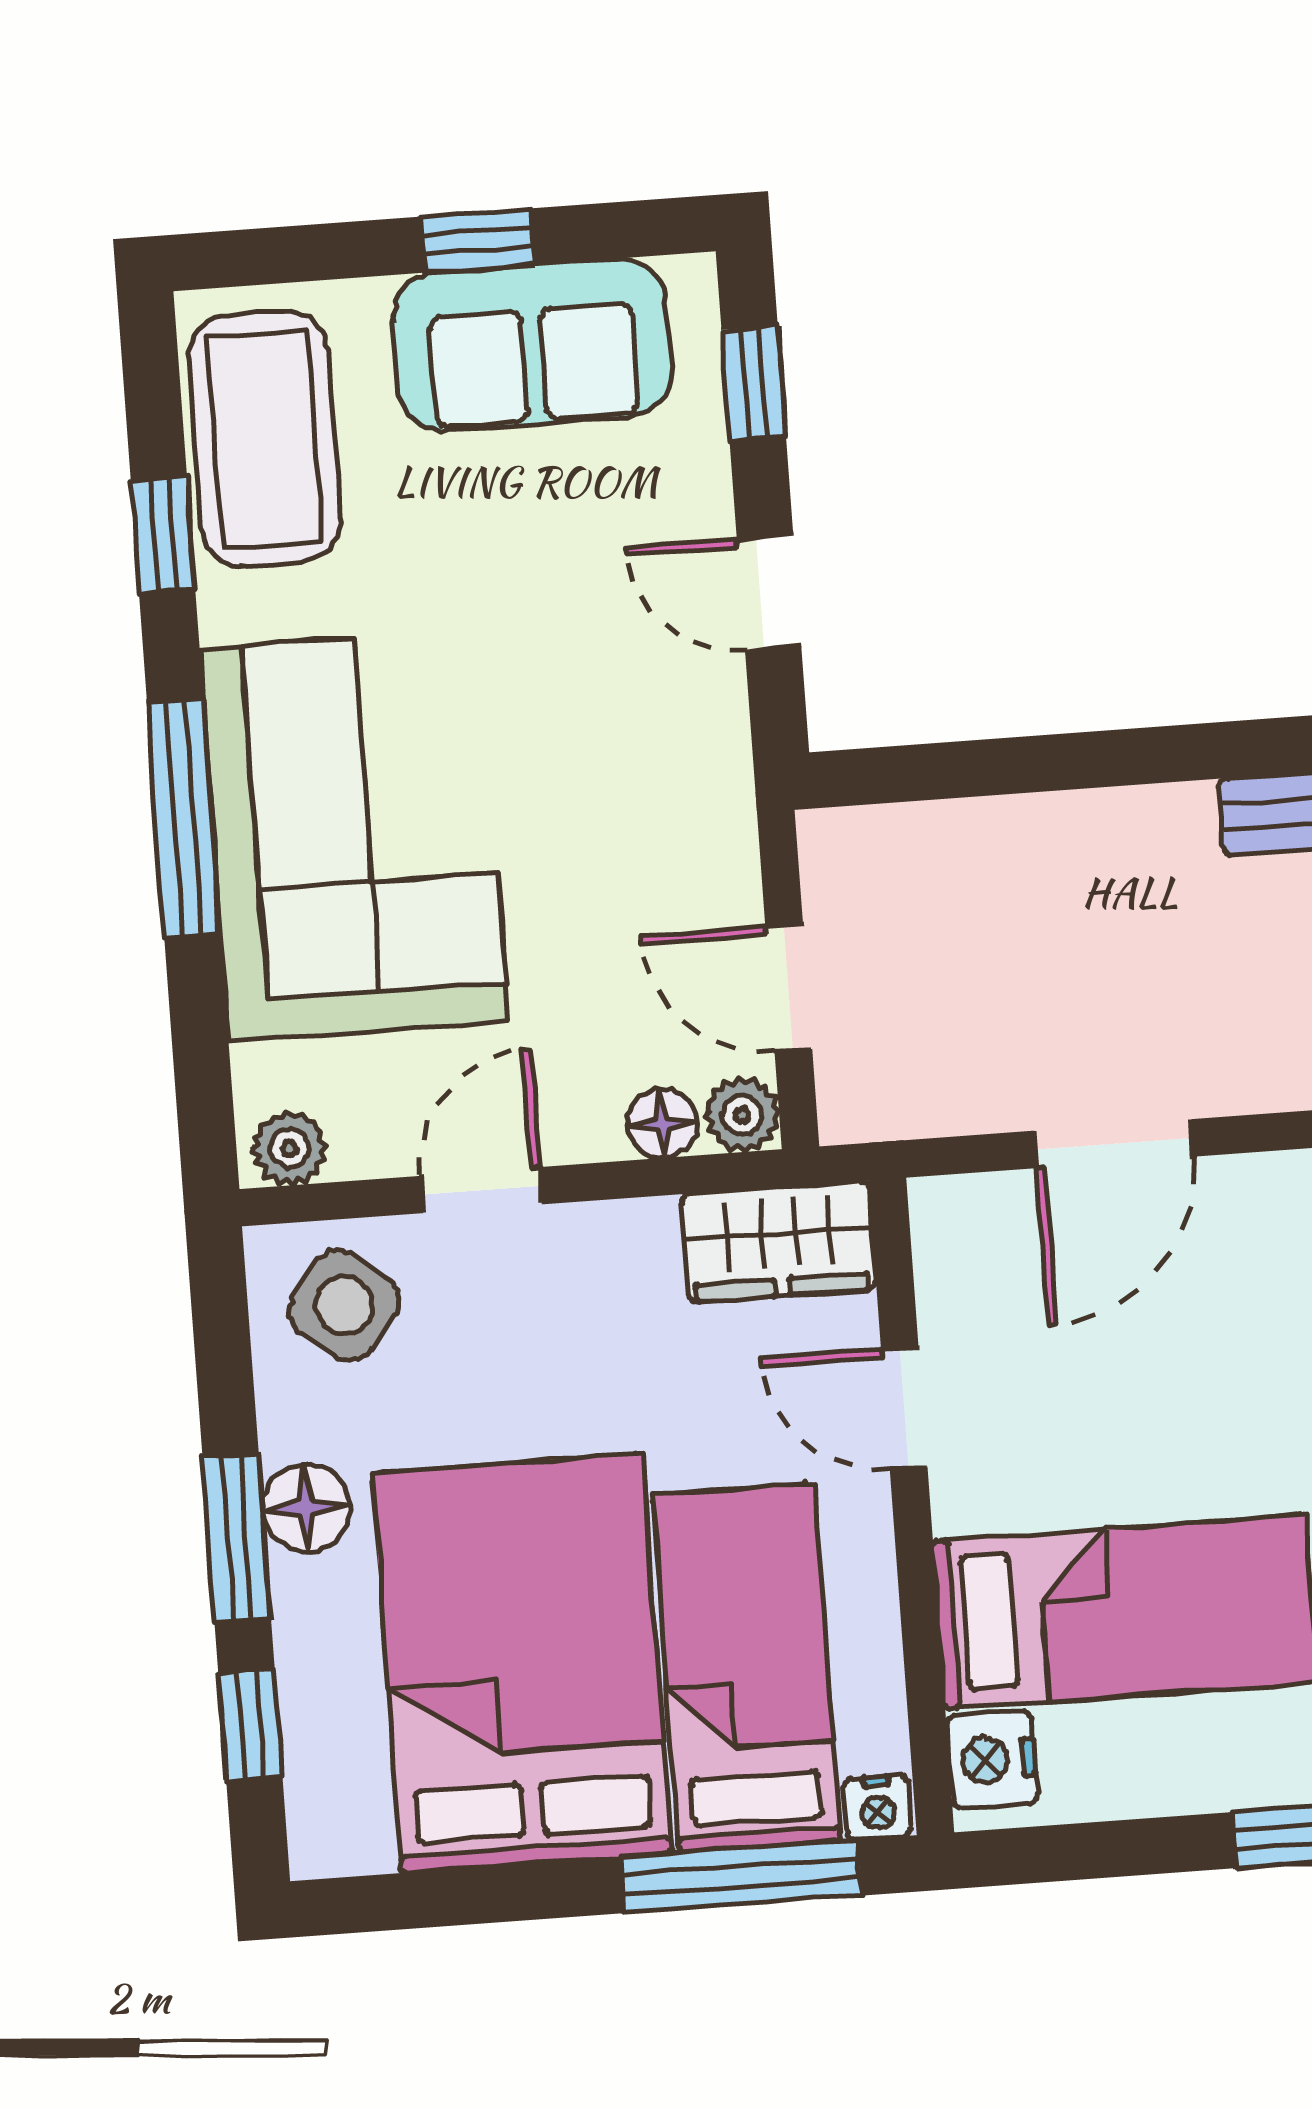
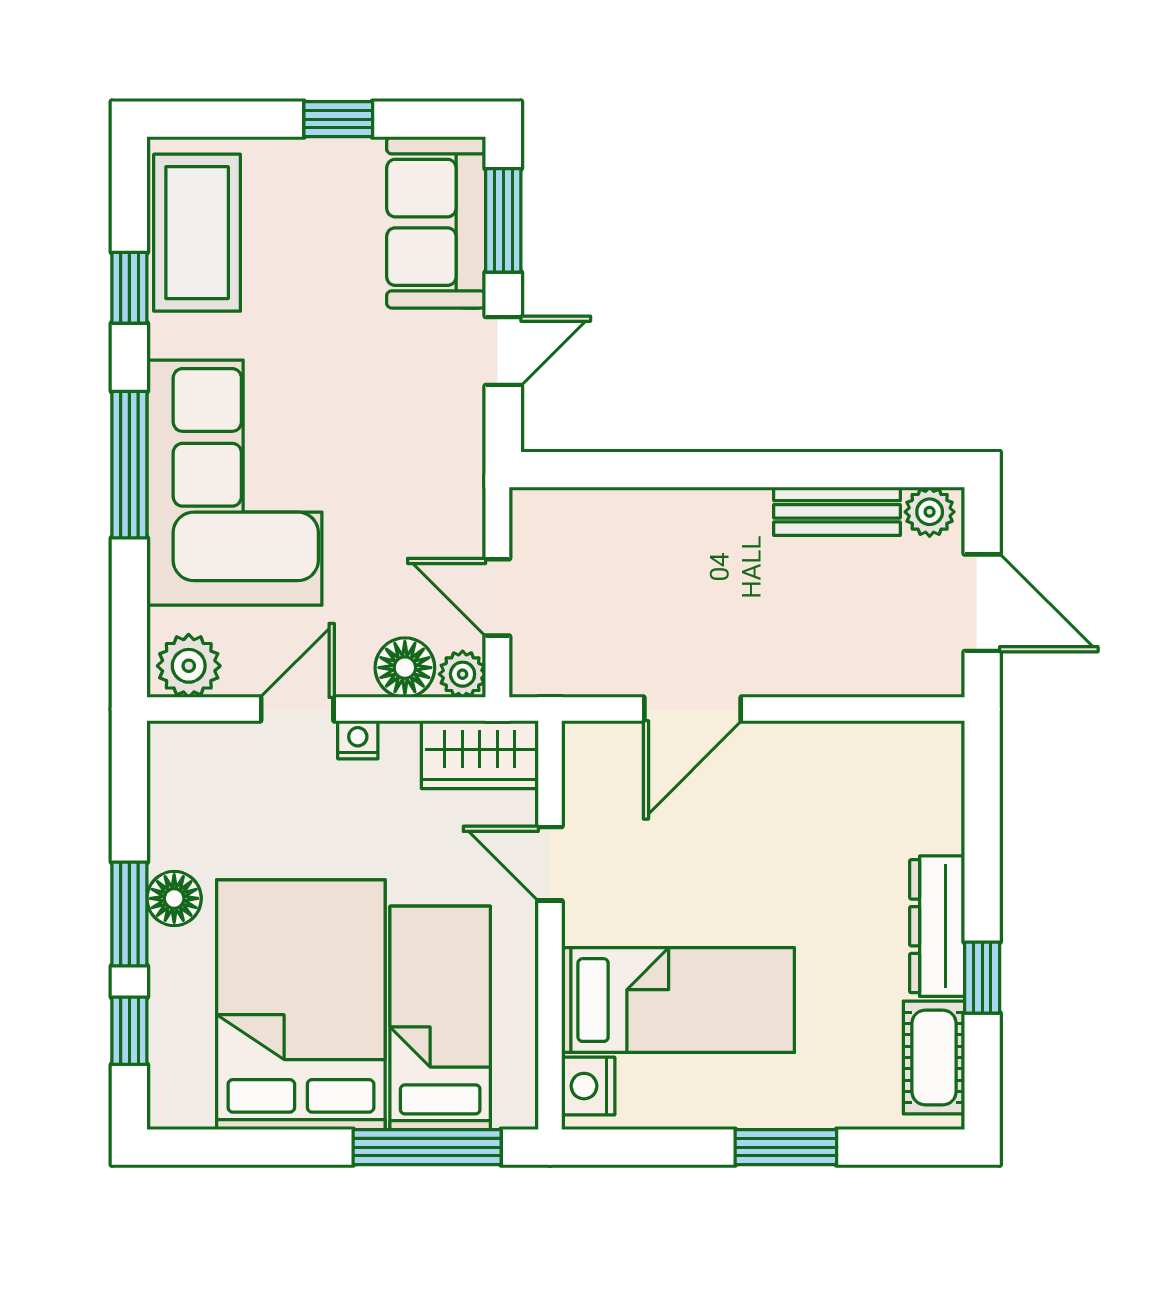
sofa: (532, 345) -> (436, 222), moved, turned 90
window: (754, 383) -> (503, 220), width x1.50
door: (769, 592) -> (503, 351), swing flipped
floor lamp: (663, 1123) -> (405, 668), width x1.37, depth x1.37
plant: (290, 1148) -> (189, 666), width x1.38, depth x1.38
side table: (344, 1305) -> (207, 774), removed
nightstand: (878, 1807) -> (358, 740), moved, turned 180

